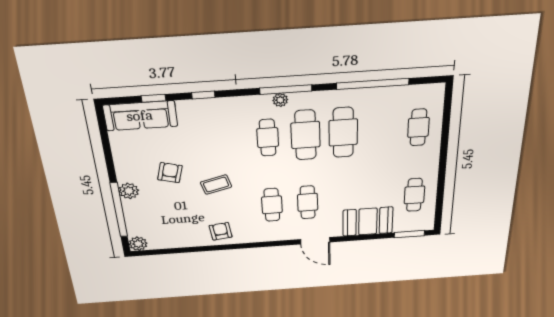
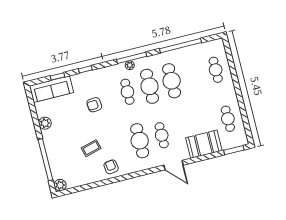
armchair: (170, 173) -> (94, 105), moved, turned -109
coffee table: (216, 185) -> (91, 148), moved
plant: (129, 191) -> (45, 123), moved
cafe table: (272, 205) -> (140, 141), width x1.37, depth x1.35

